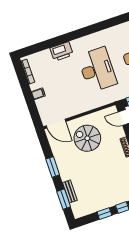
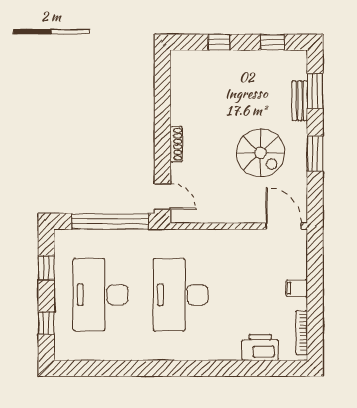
printer: (62, 51) -> (260, 347), moved
spiral stairs: (87, 138) -> (261, 153), moved
window: (104, 214) -> (273, 42), moved

